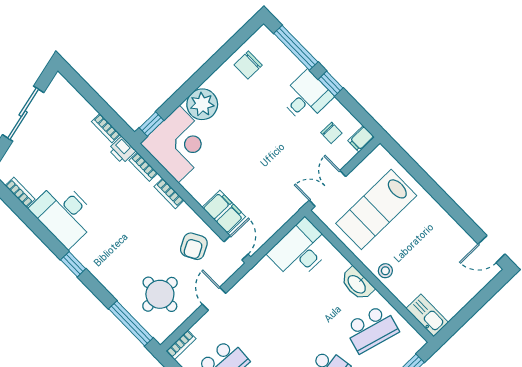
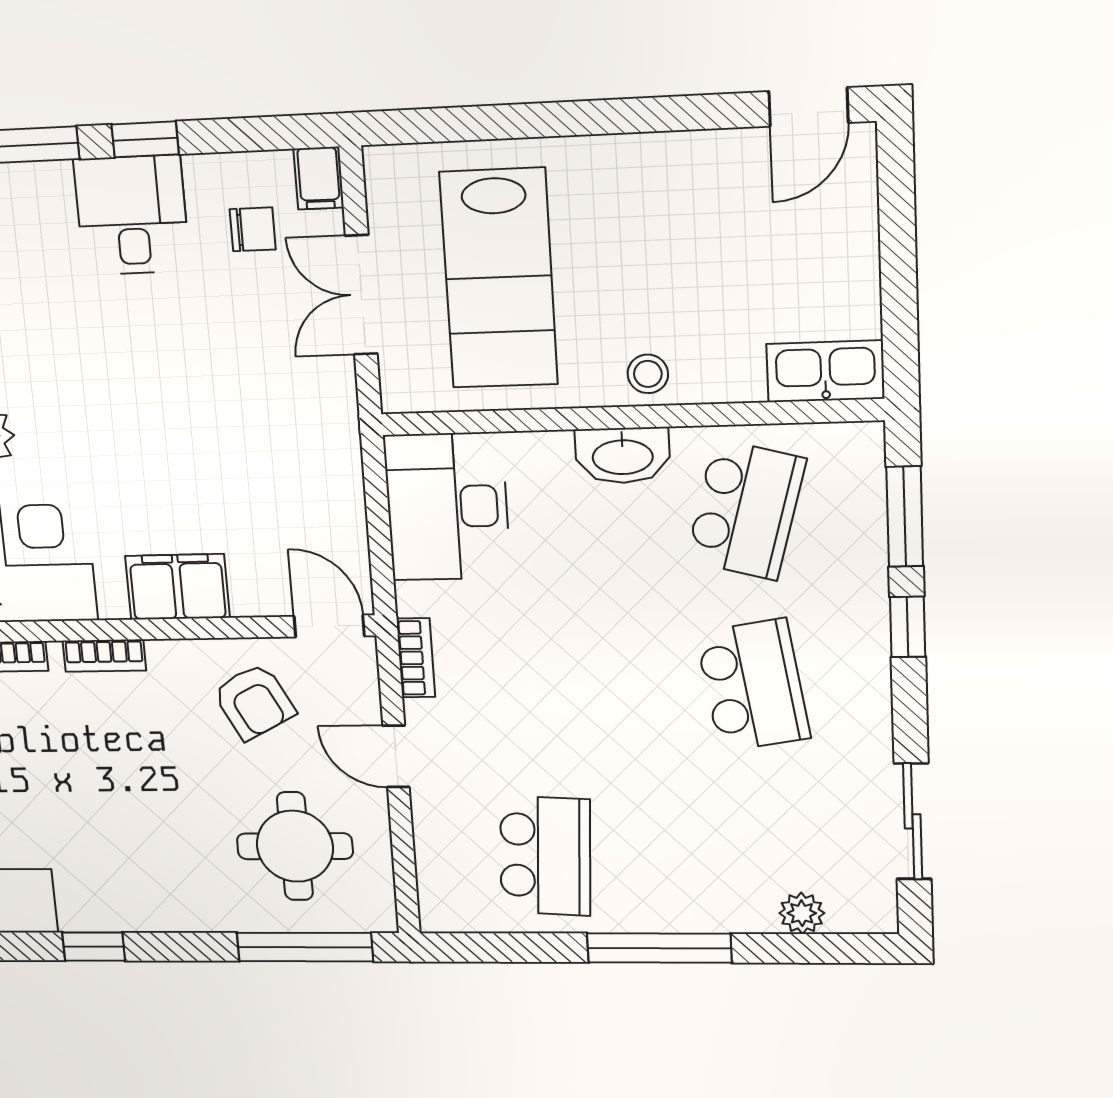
double door: (327, 188) -> (361, 295), moved
filing cabinet: (224, 212) -> (177, 587), moved
bookcase: (181, 345) -> (416, 658), moved

